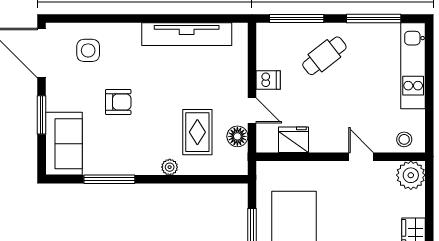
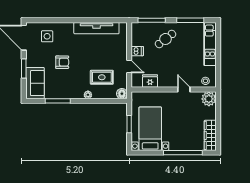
rug: (197, 132) -> (102, 77), turned 90
floor lamp: (237, 136) -> (122, 94), moved

